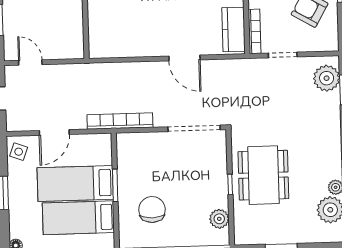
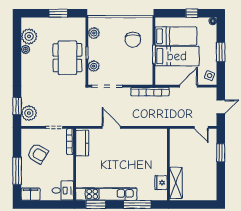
plant: (218, 162) -> (94, 66), added

